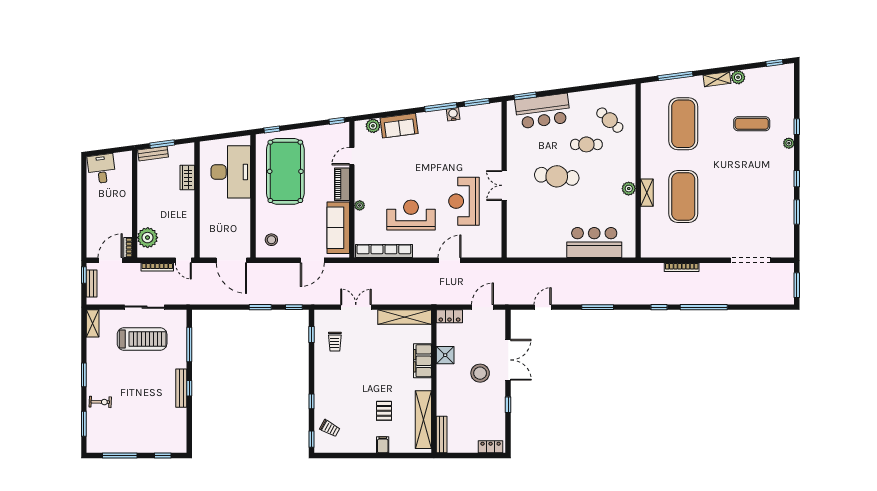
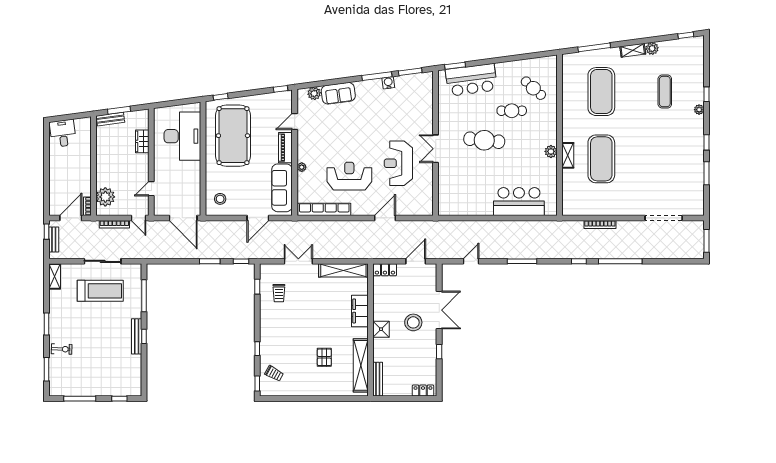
exercise mat: (752, 124) -> (665, 92), turned 90
door: (197, 229) -> (151, 189), added
shower: (445, 355) -> (381, 329), moved
filing cabinet: (383, 445) -> (323, 389), removed

